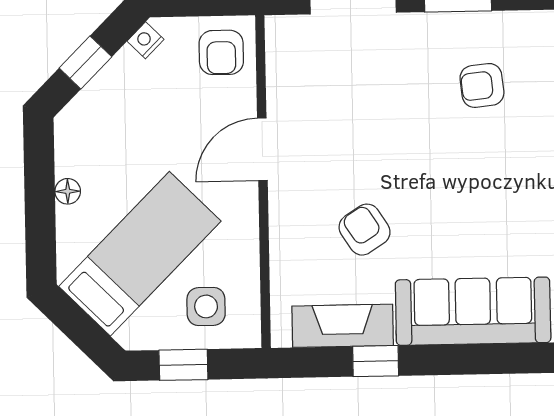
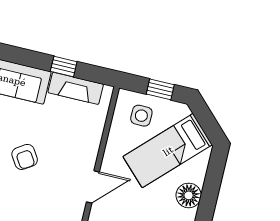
floor lamp: (68, 191) -> (189, 195), width x1.89, depth x1.89
armchair: (365, 230) -> (25, 157), moved

